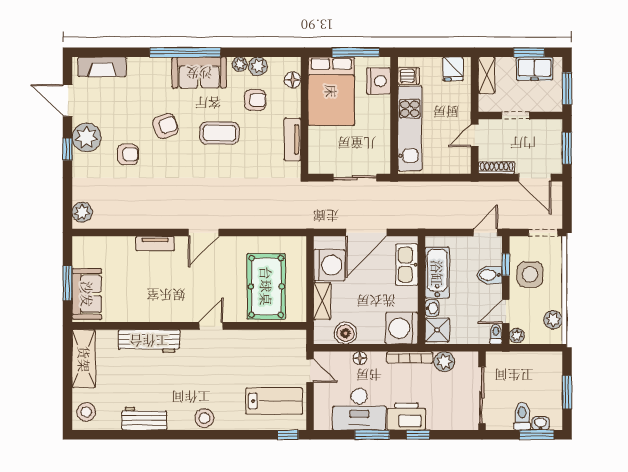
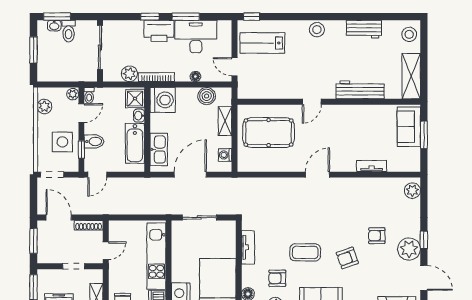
tv unit: (155, 244) -> (372, 166), moved
washing machine: (329, 265) -> (225, 155), width x0.53, depth x0.53
pool table: (266, 286) -> (269, 133), turned 90

